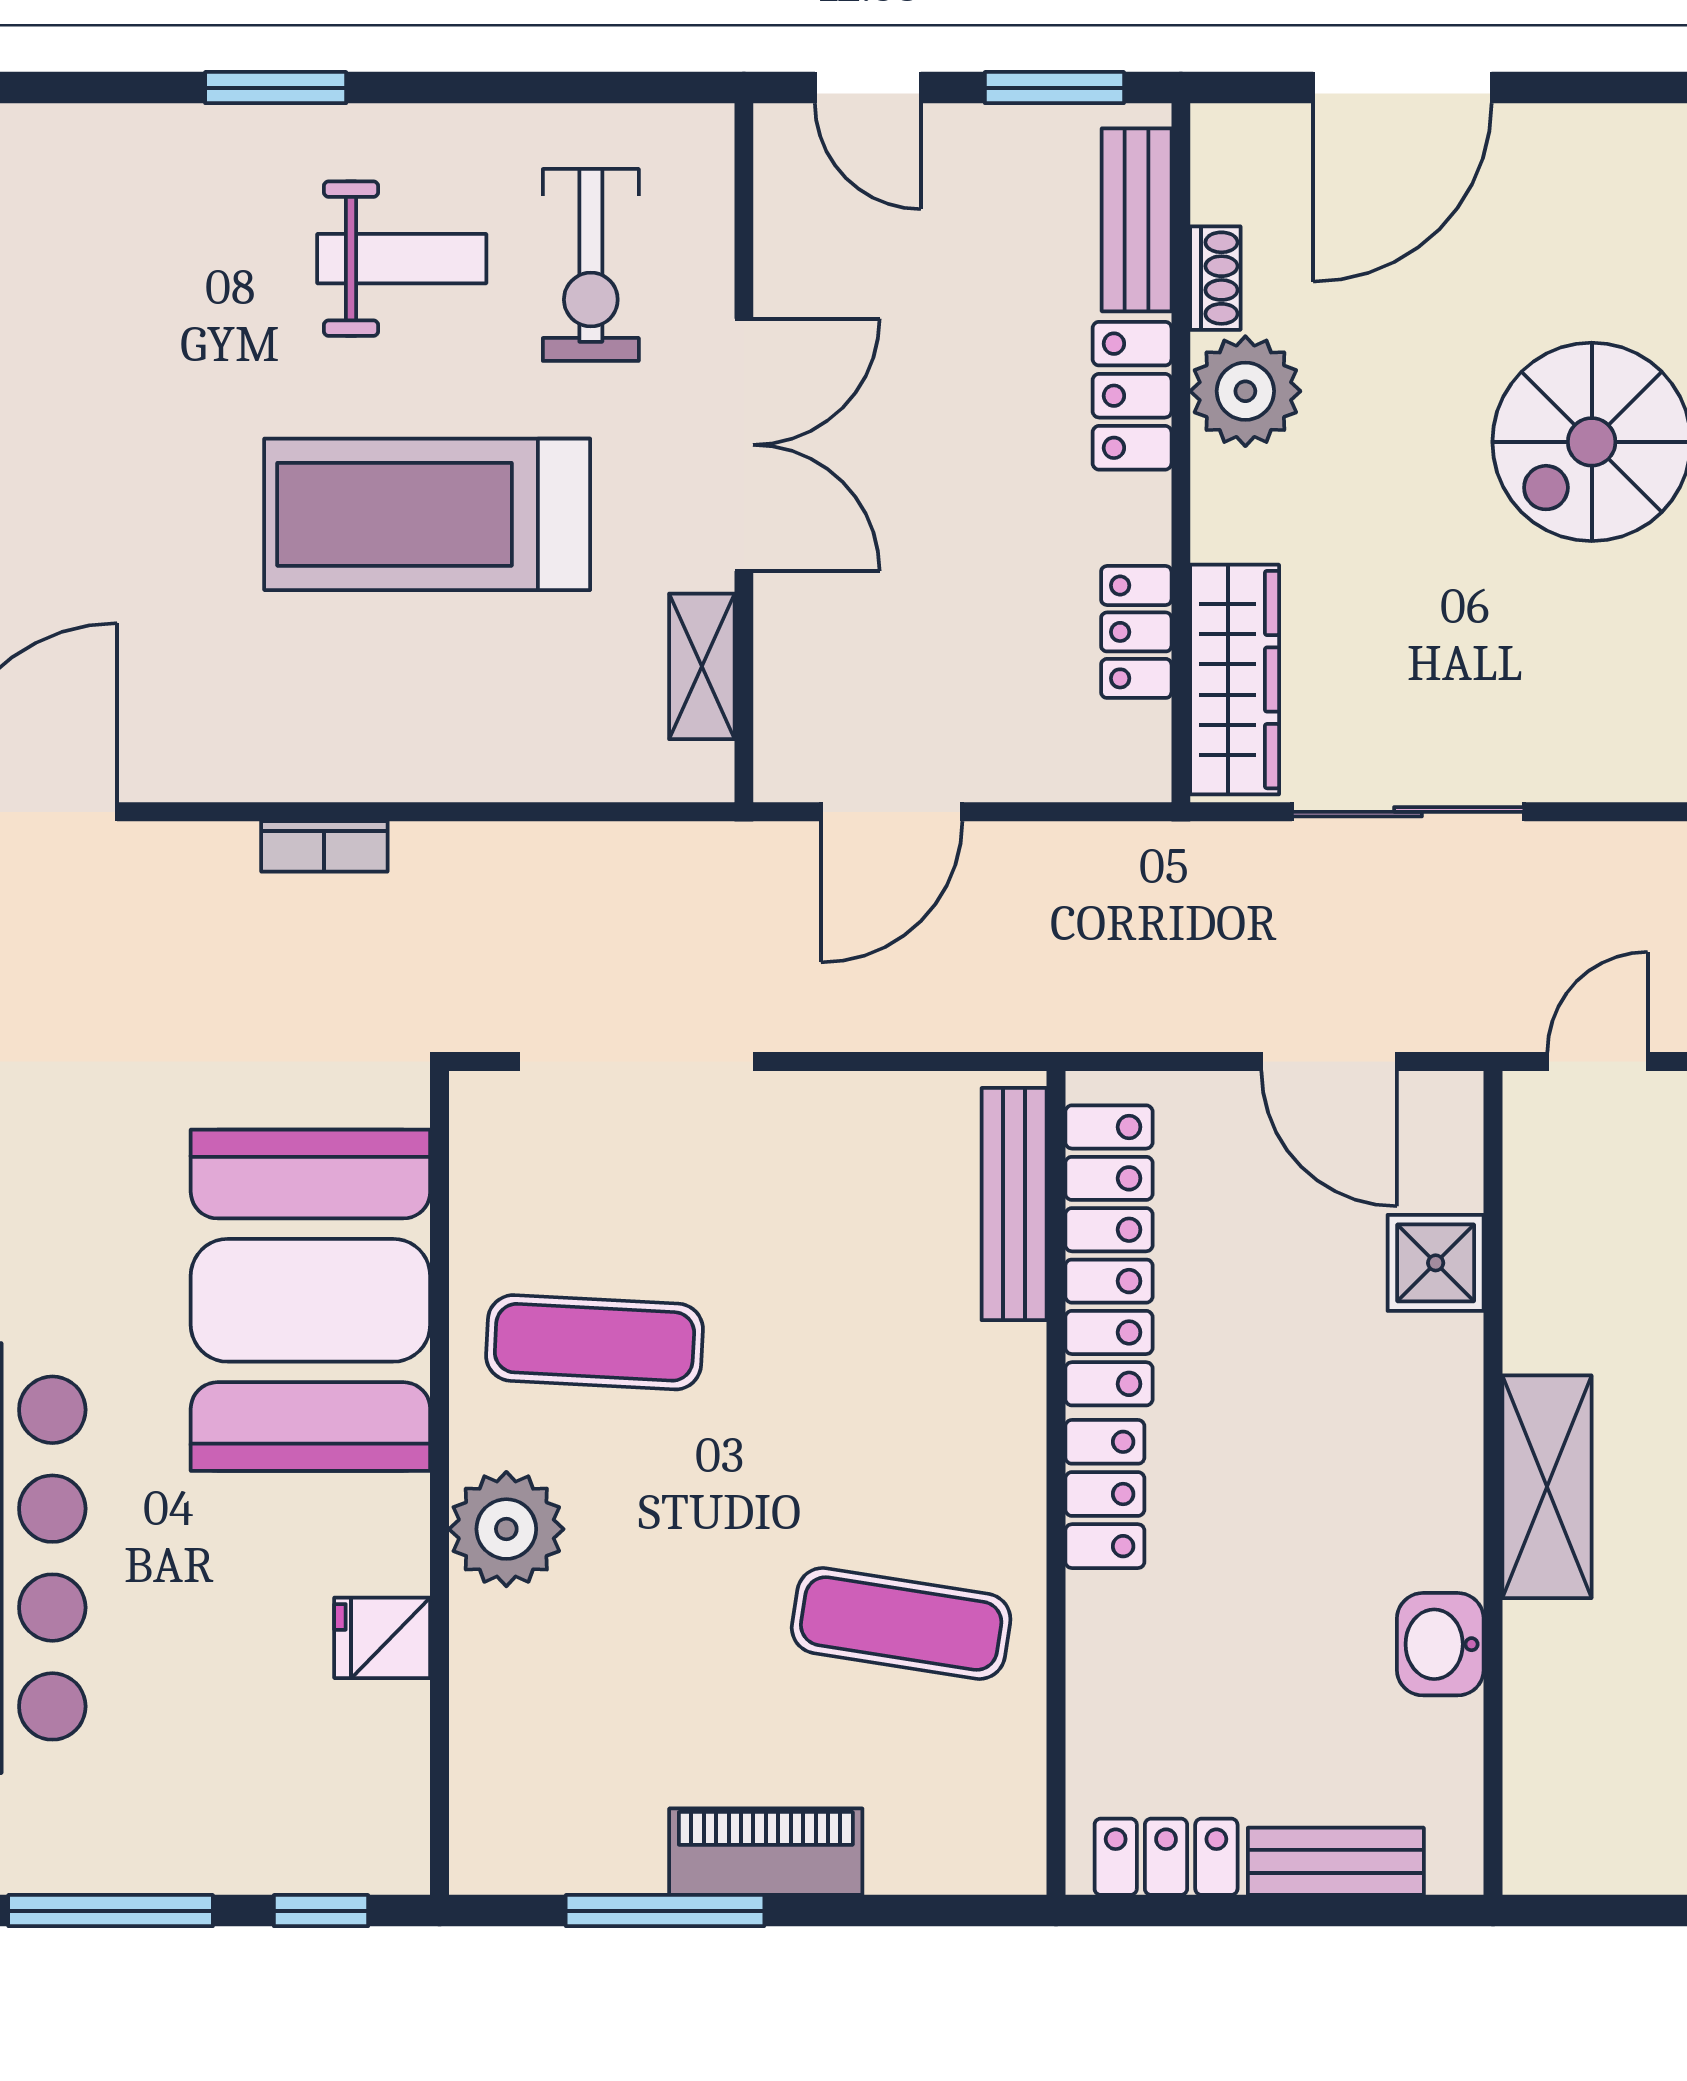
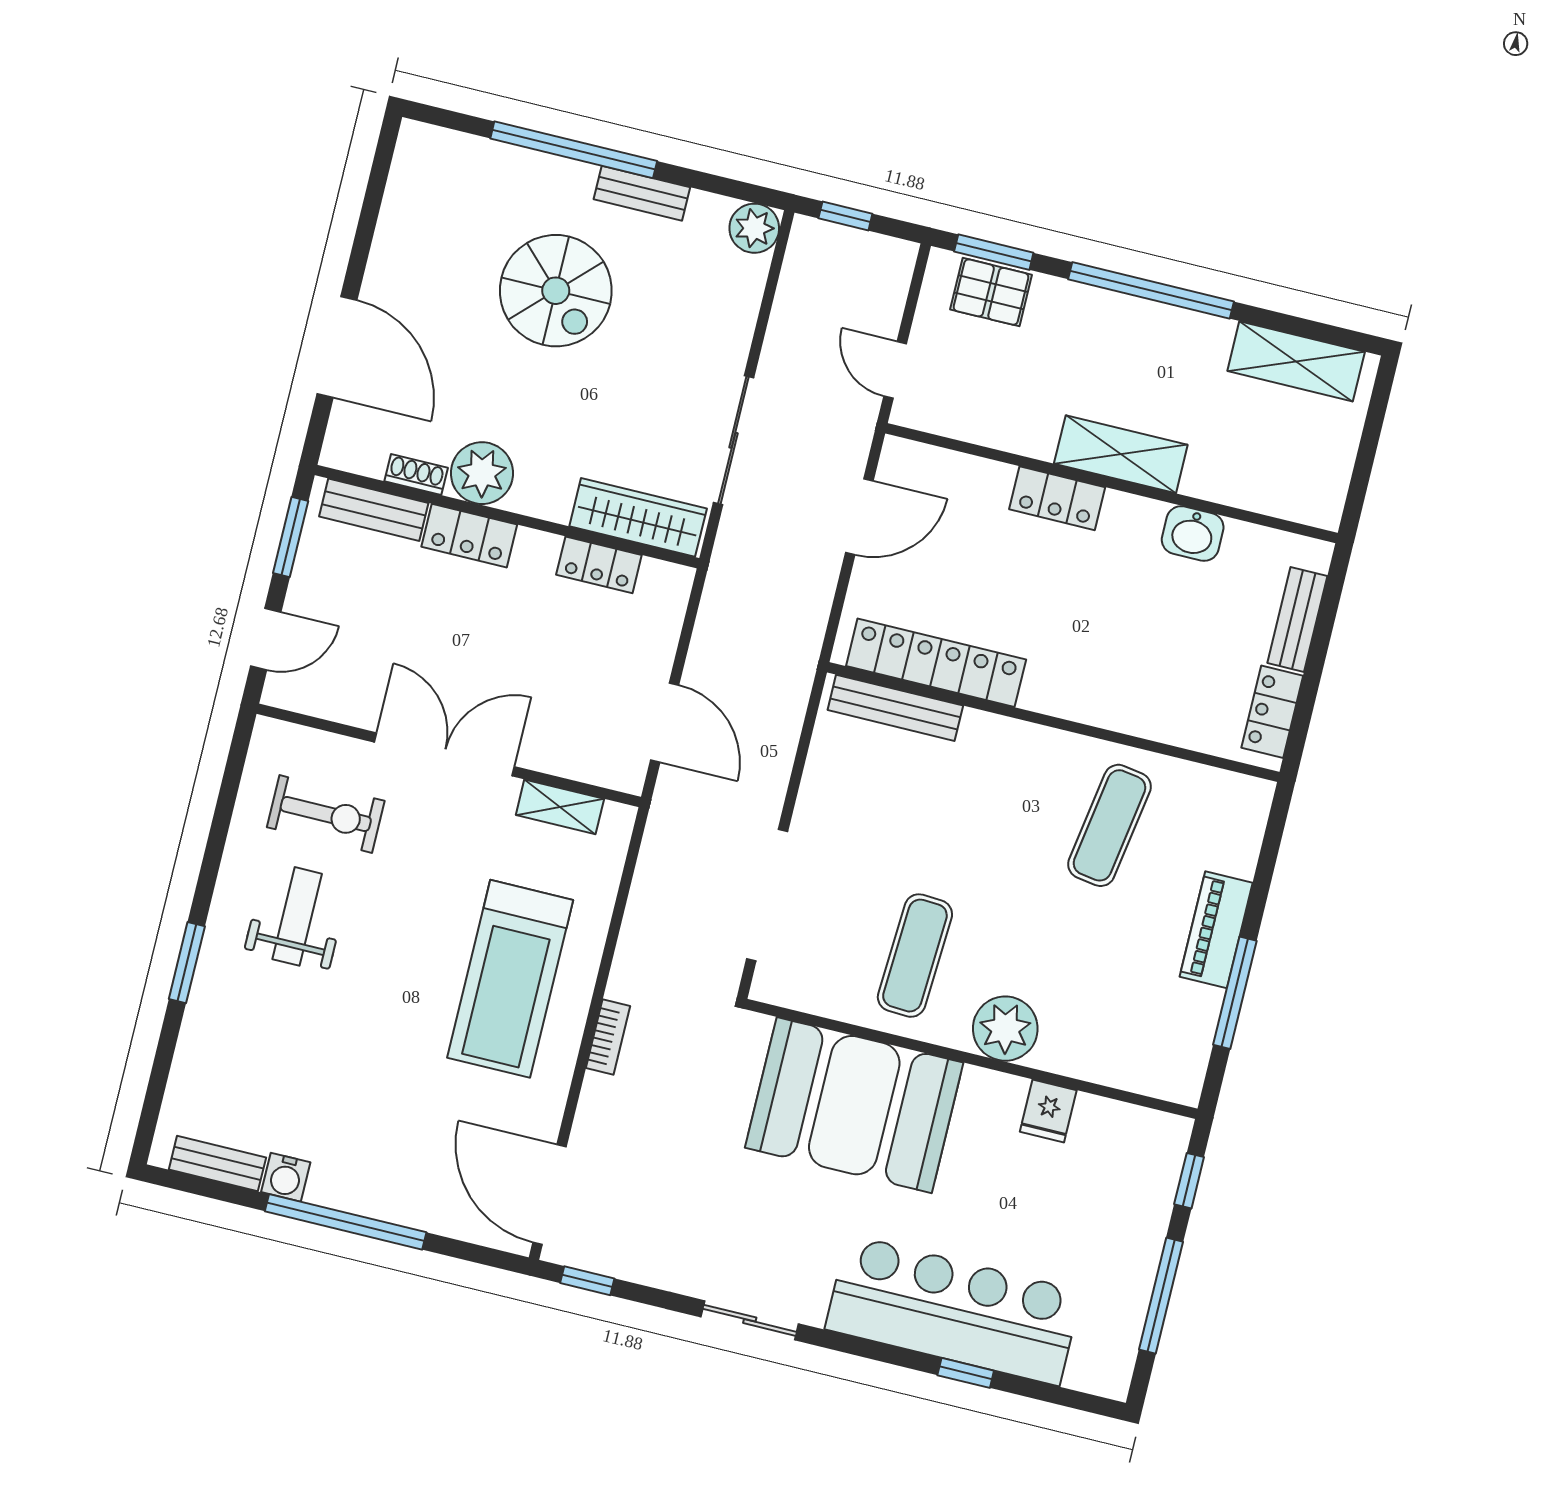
treadmill: (427, 514) -> (510, 979), moved
shower: (1436, 1263) -> (984, 485), removed
locker: (1105, 1494) -> (1057, 498), moved, turned 180

